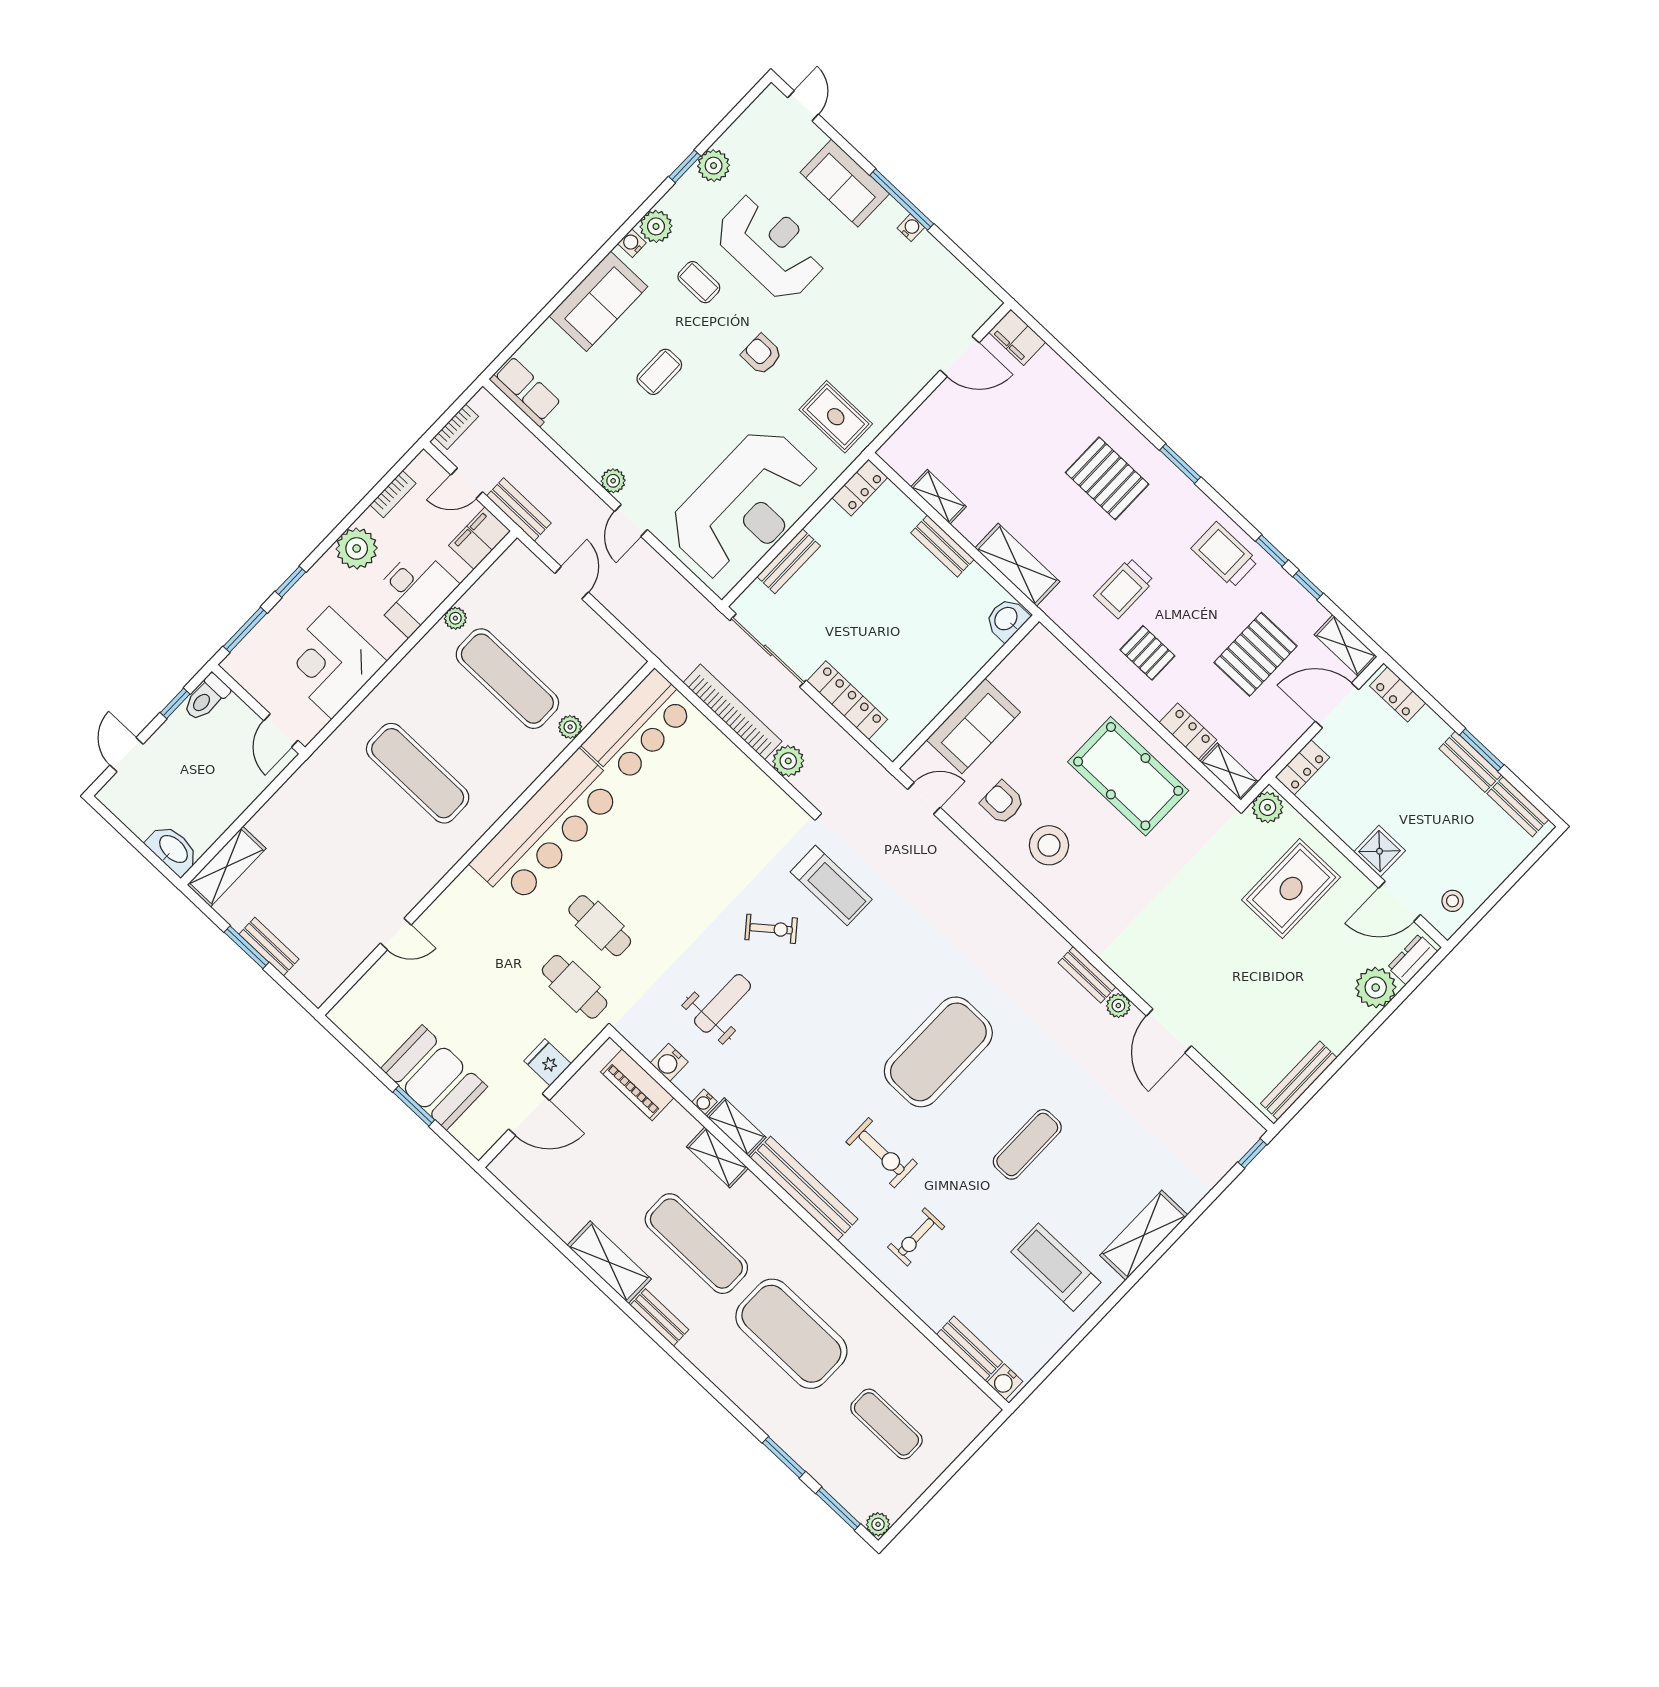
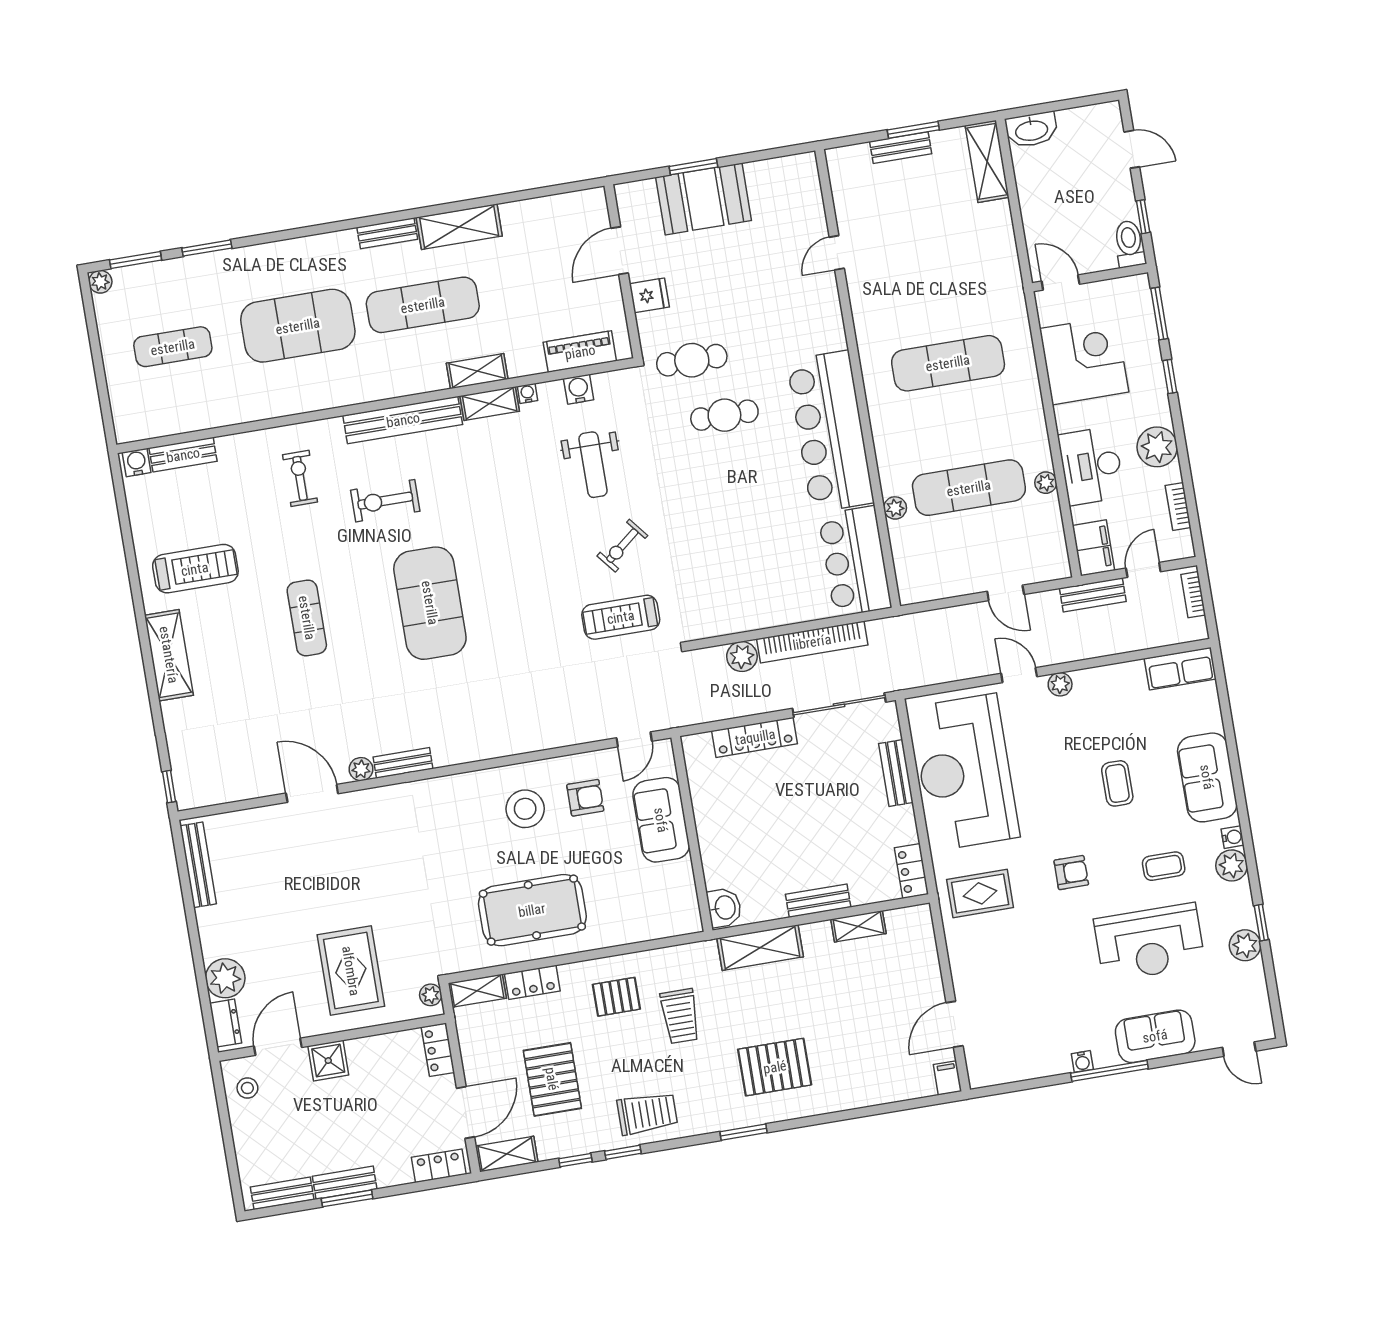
filing cabinet: (1017, 337) -> (947, 1078), width x0.50
trolley: (1124, 588) -> (680, 1016), turned 180
plant: (1268, 807) -> (431, 995), width x0.73, depth x0.73

